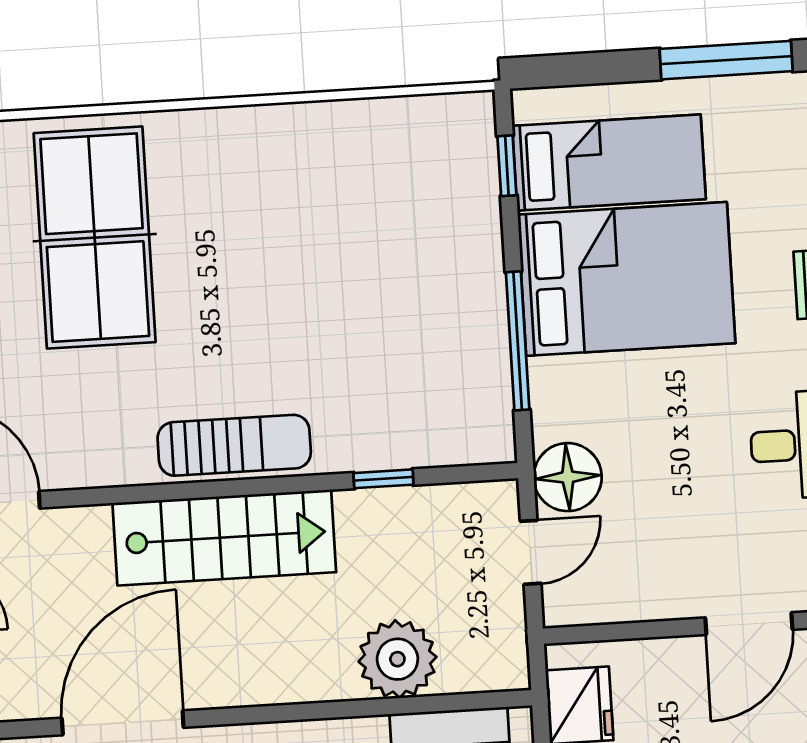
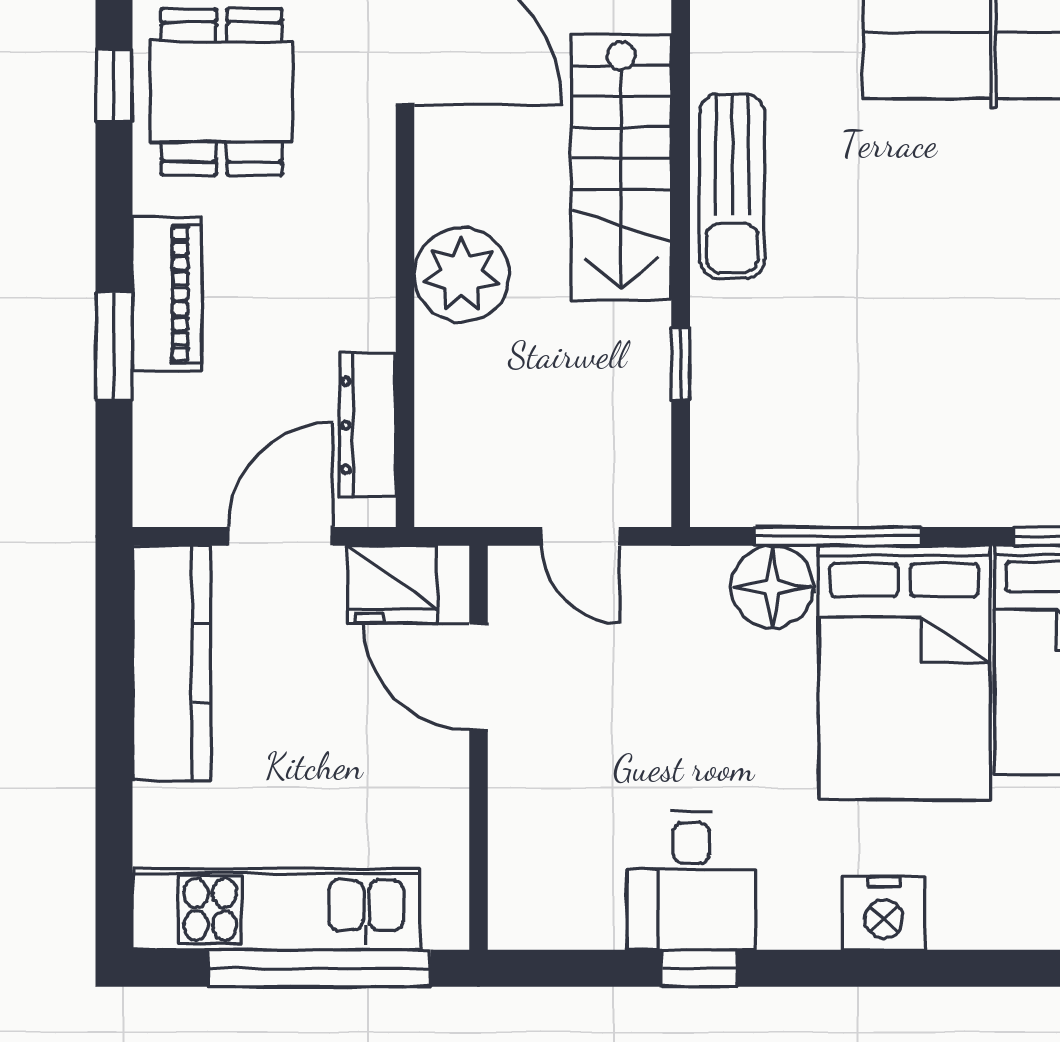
floor lamp: (568, 477) -> (772, 587), moved
door: (749, 624) -> (478, 676), moved
plant: (397, 659) -> (462, 275), moved

